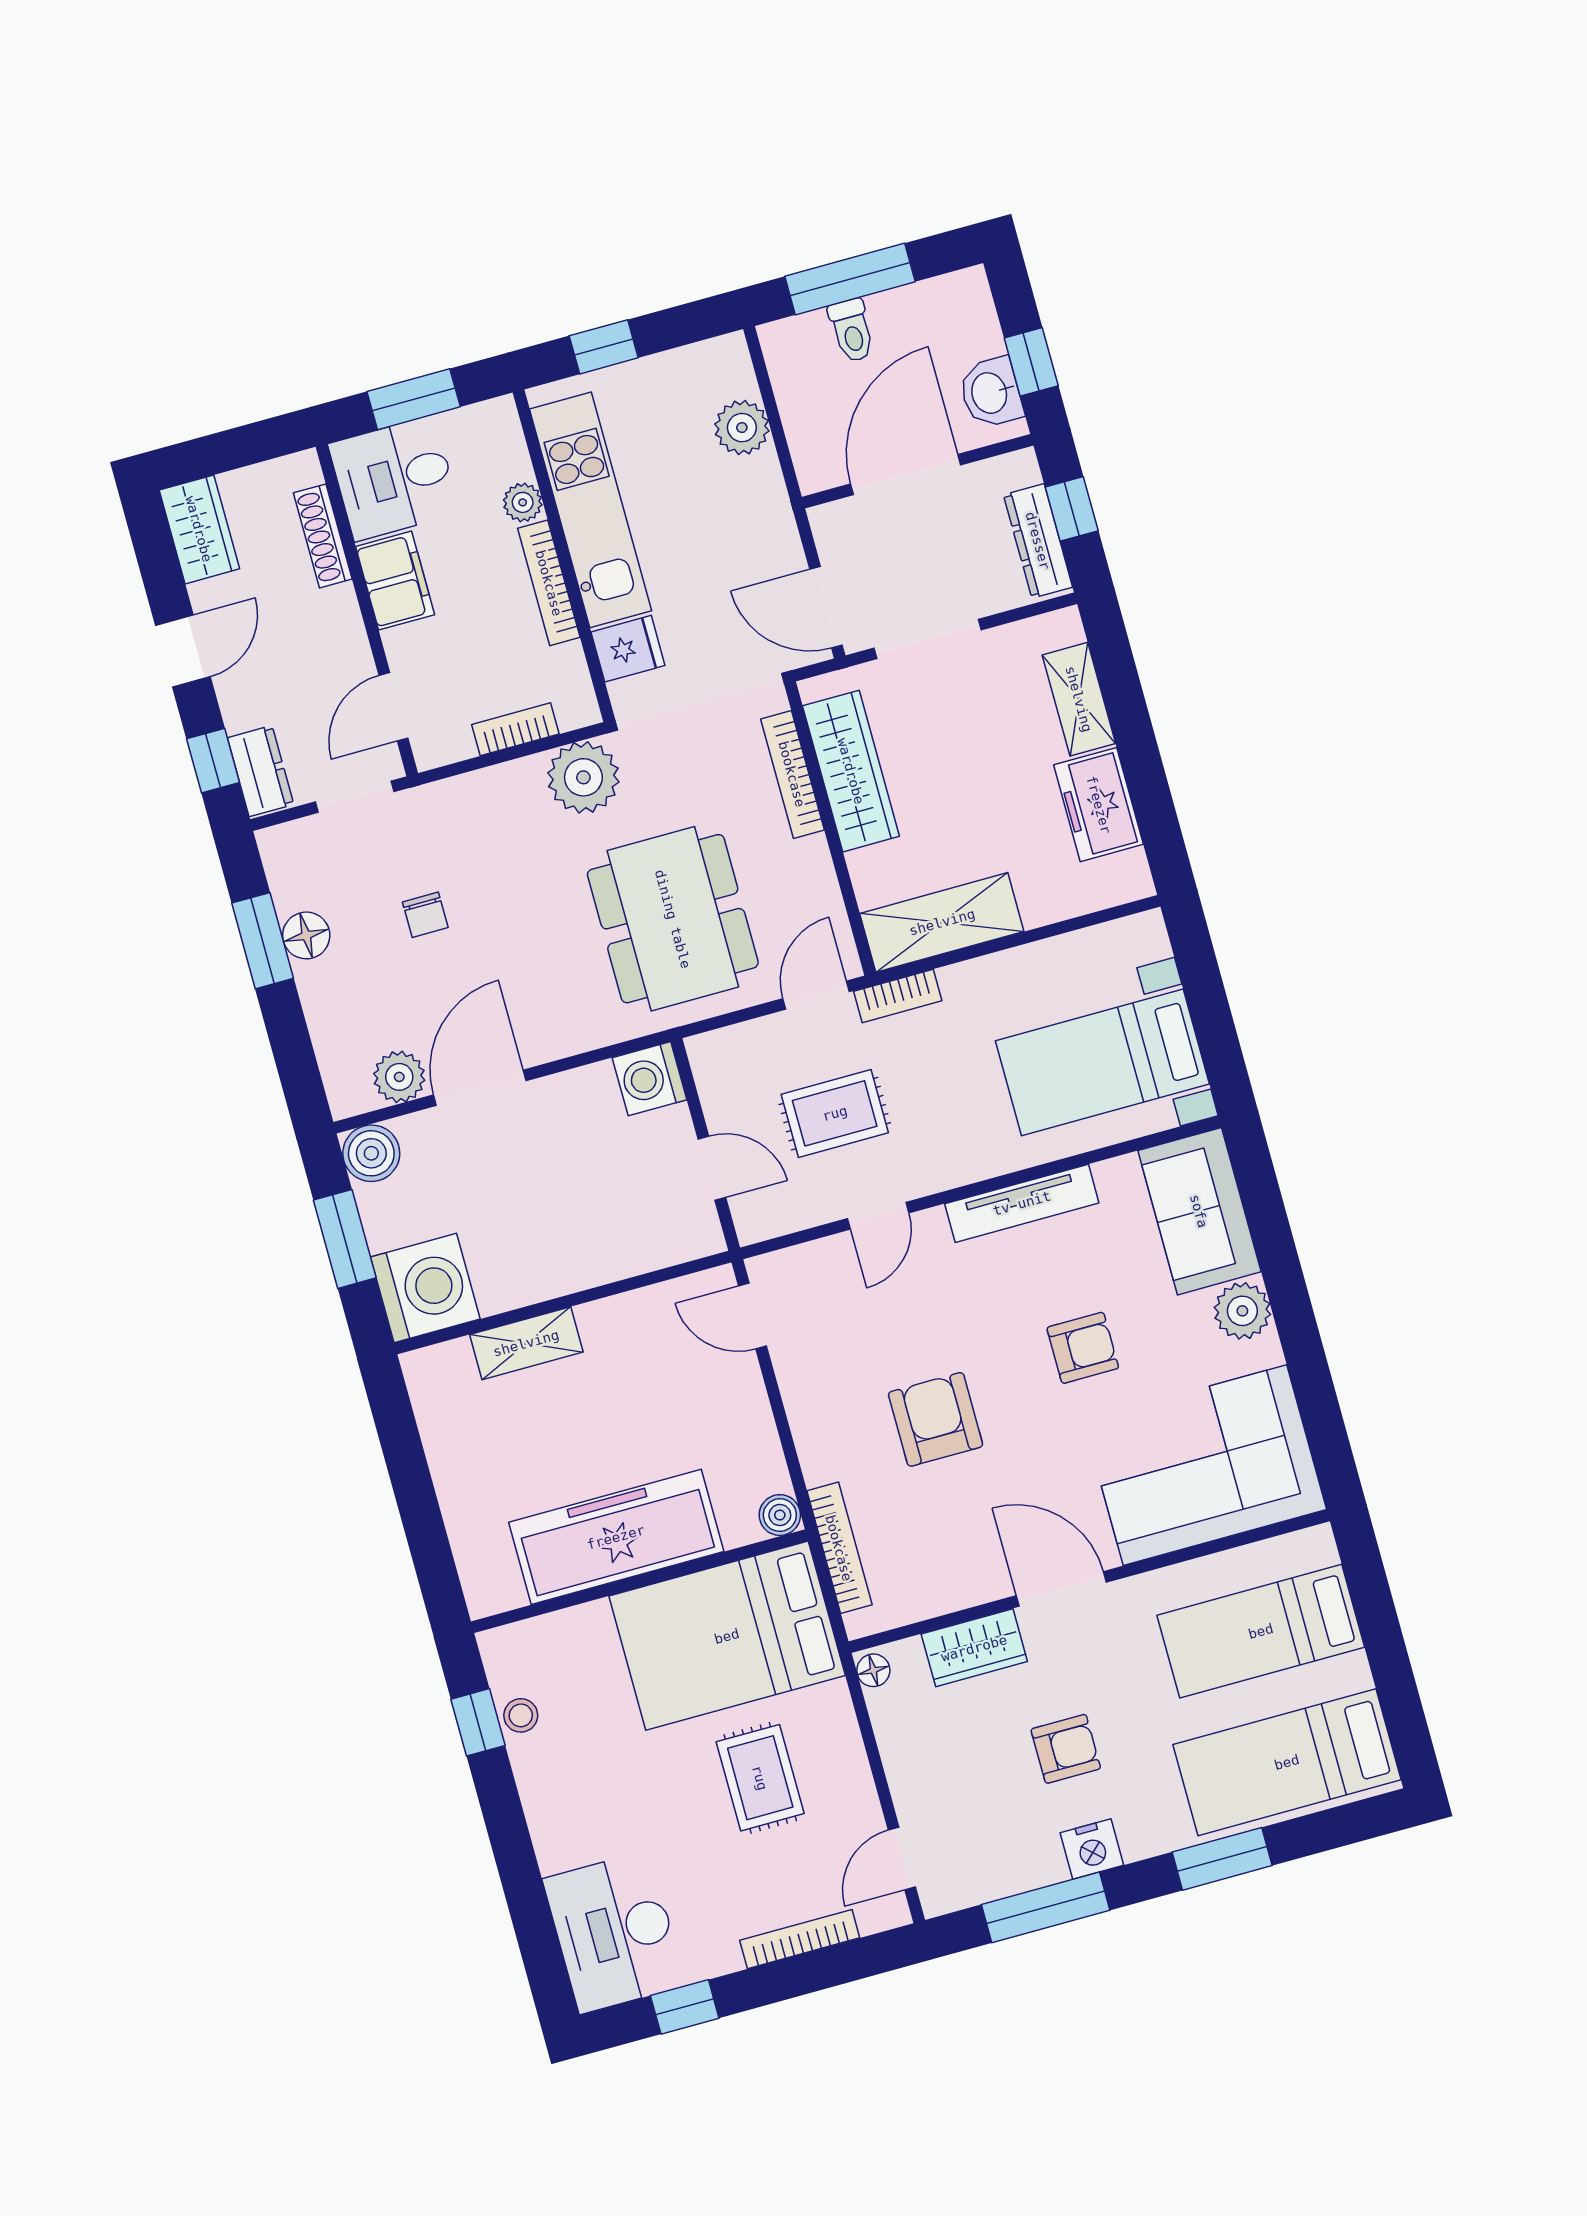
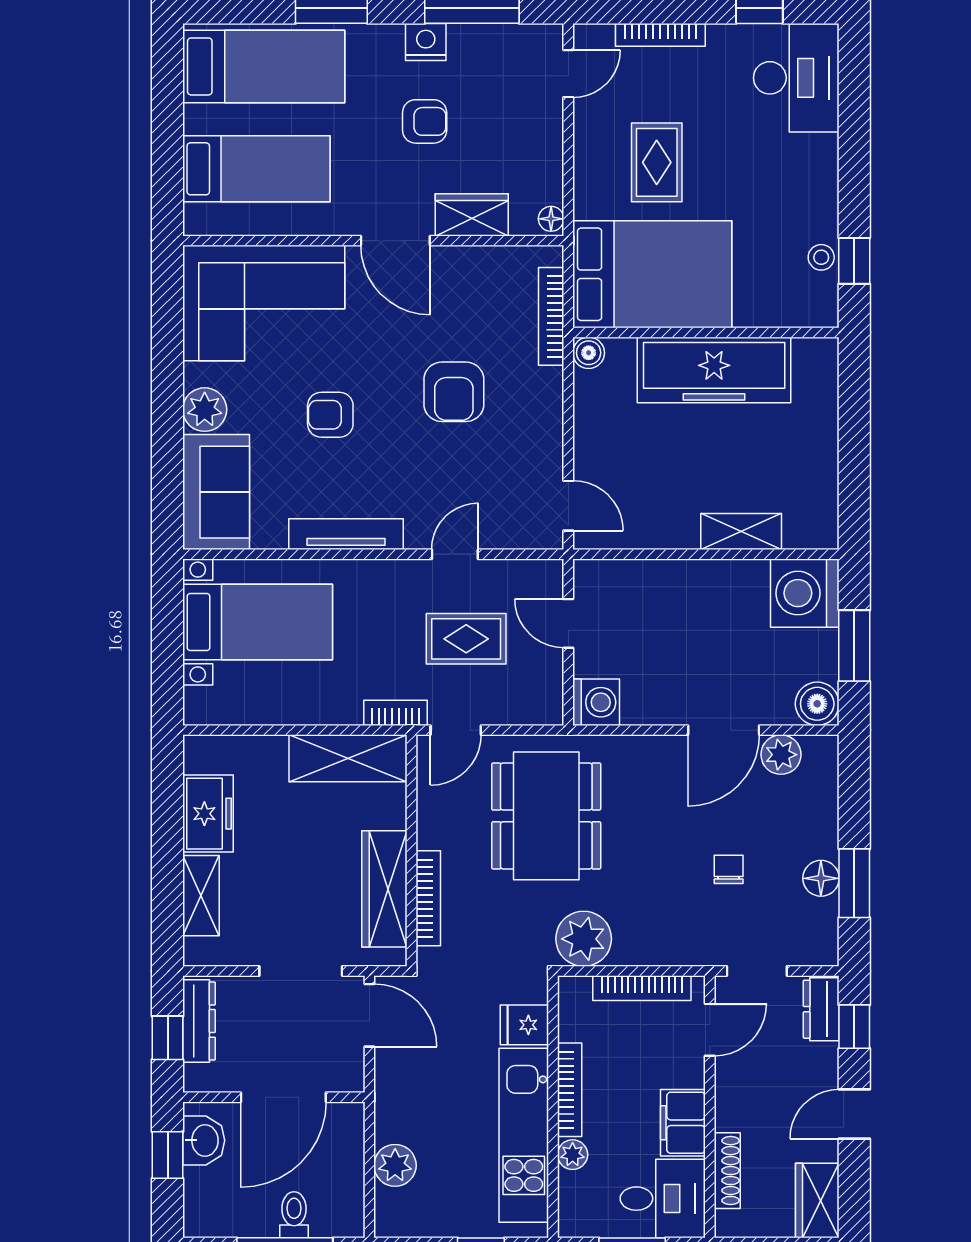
bookcase: (515, 729) -> (642, 988), width x1.56
armchair: (1066, 1749) -> (425, 121), turned 180

